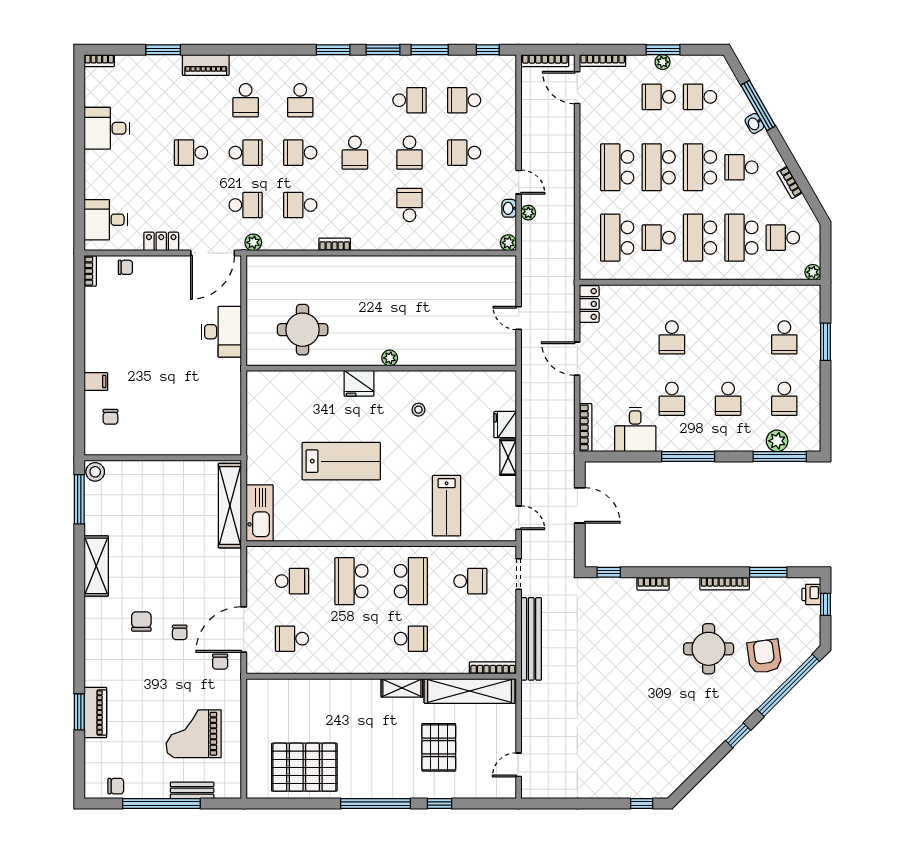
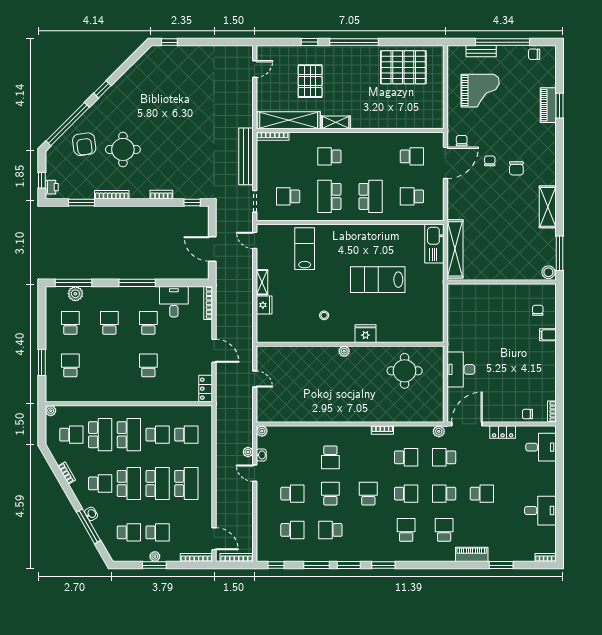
school desk: (617, 238) -> (186, 435), width x0.54

